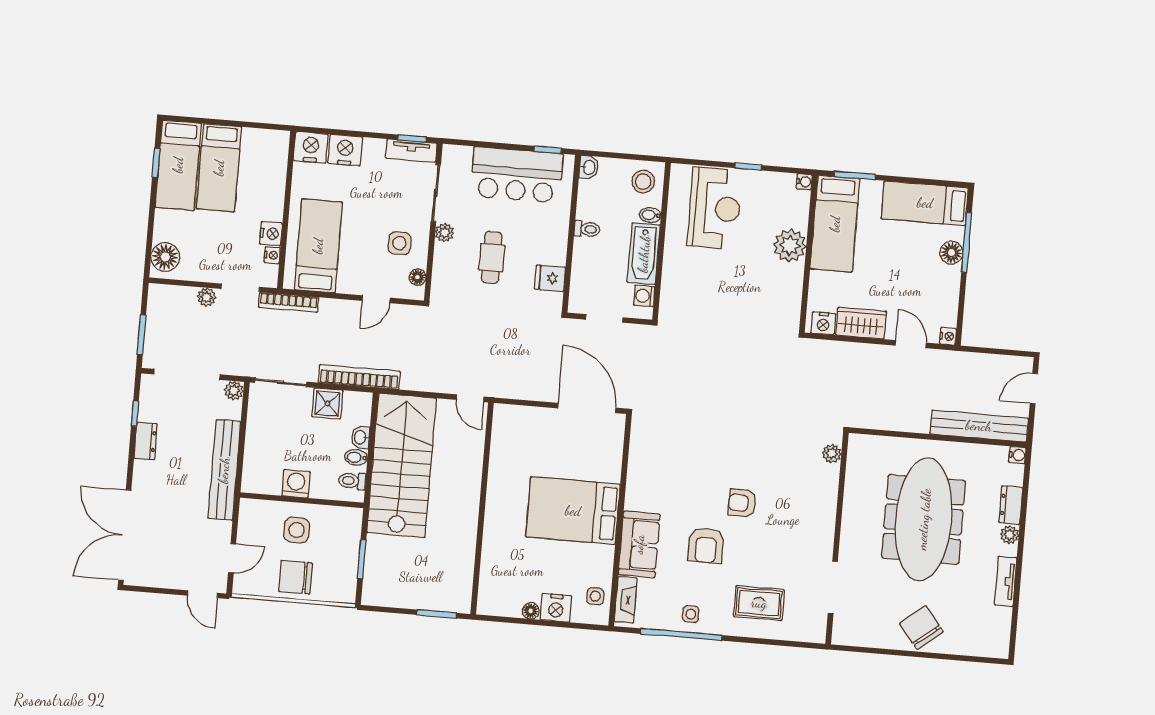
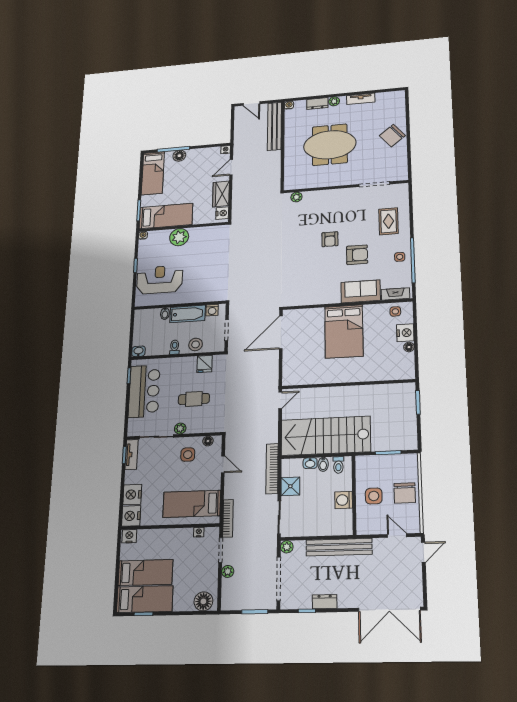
stool: (643, 182) -> (196, 344), moved
nightstand: (271, 234) -> (129, 536), moved
meeting table: (924, 519) -> (330, 145), width x0.73

